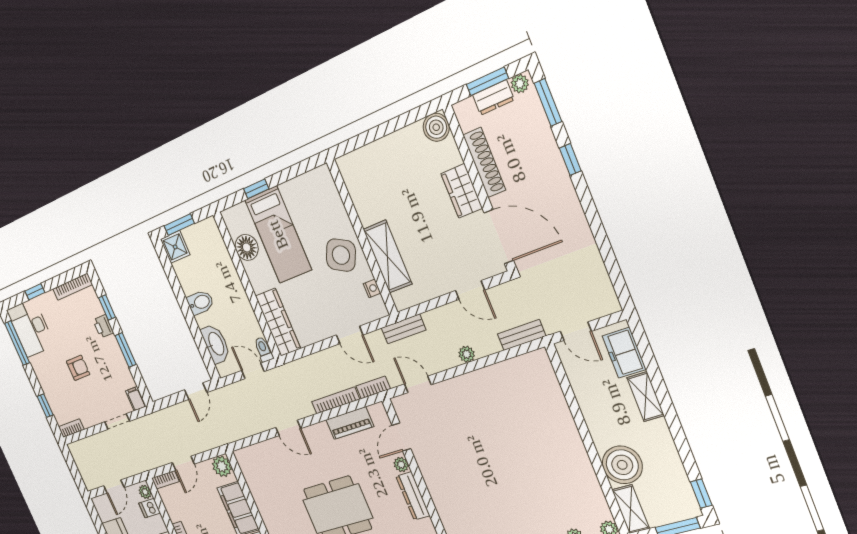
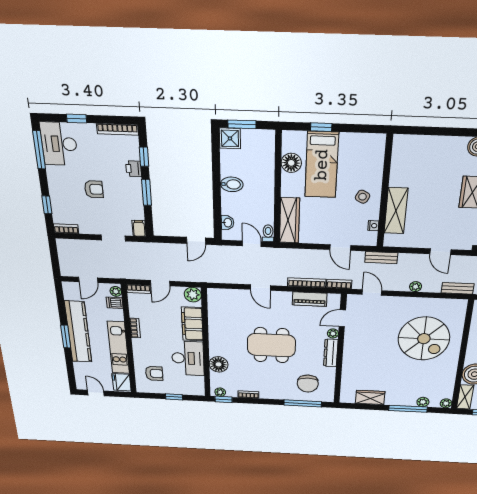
side table: (341, 255) -> (363, 197), width x0.54, depth x0.54
washbasin: (216, 344) -> (227, 223), width x0.52, depth x0.69
spiral stairs: (520, 431) -> (424, 339), added

